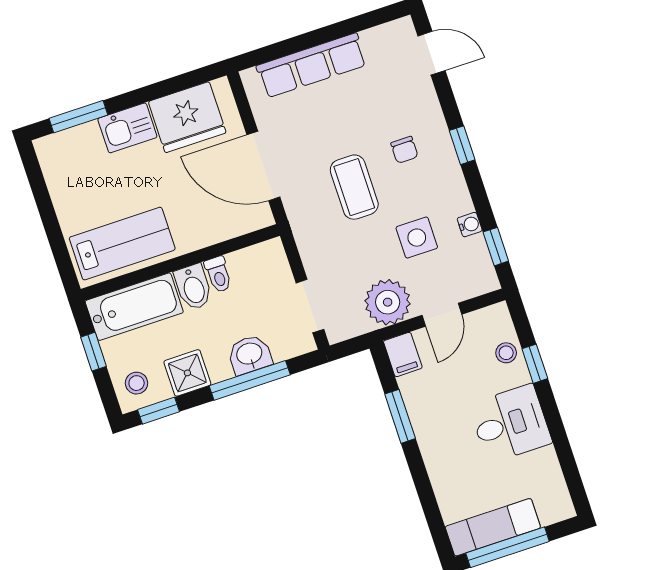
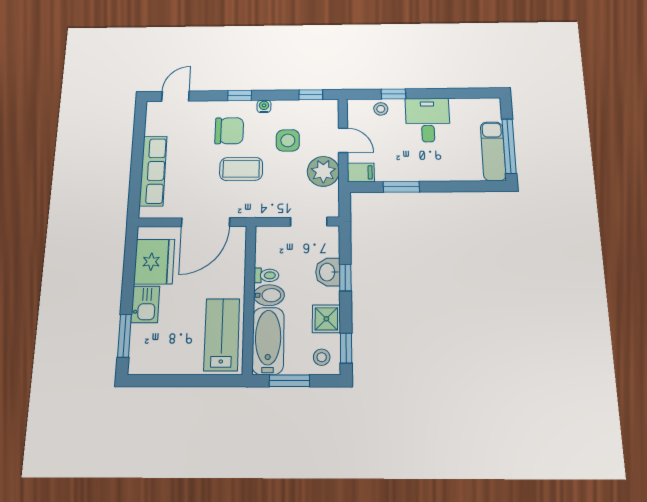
chair: (404, 150) -> (229, 131), width x1.87, depth x1.87
water cooler: (470, 225) -> (264, 106), moved
window: (94, 352) -> (289, 381), width x1.50
window: (250, 380) -> (345, 278), width x0.46

